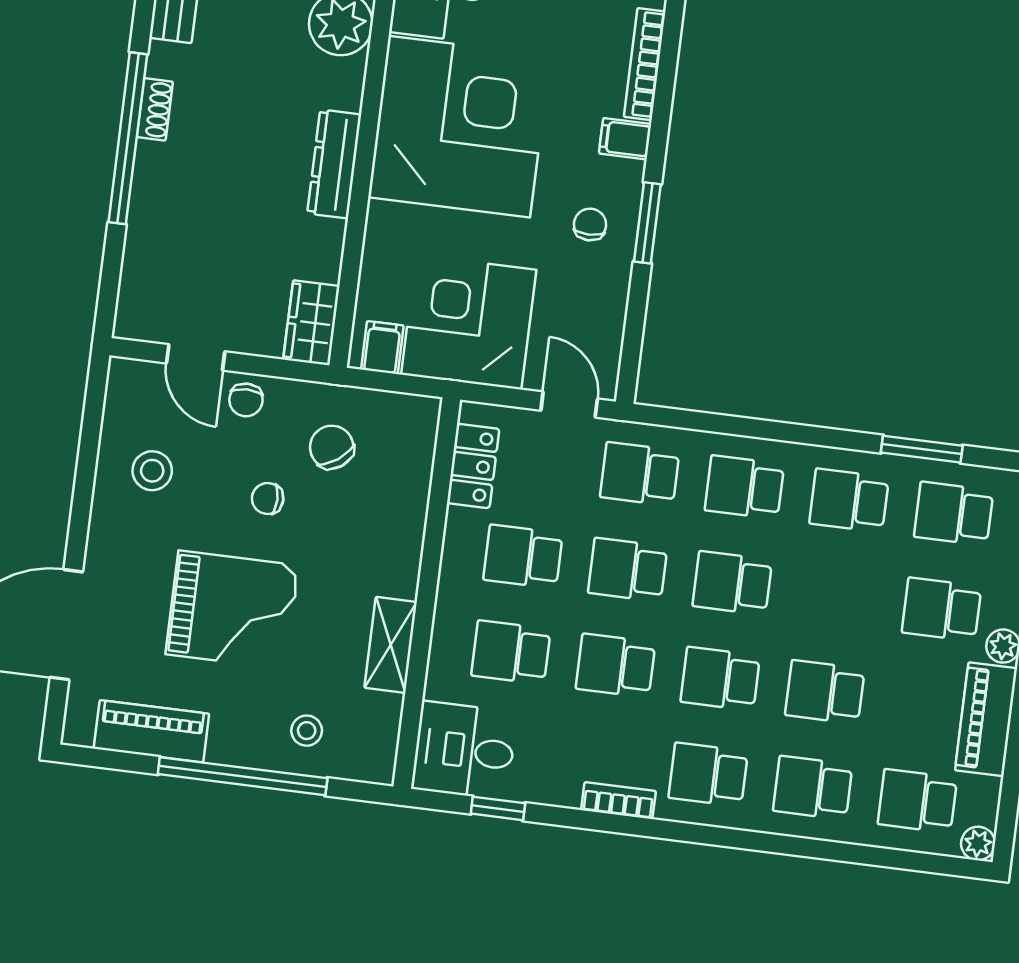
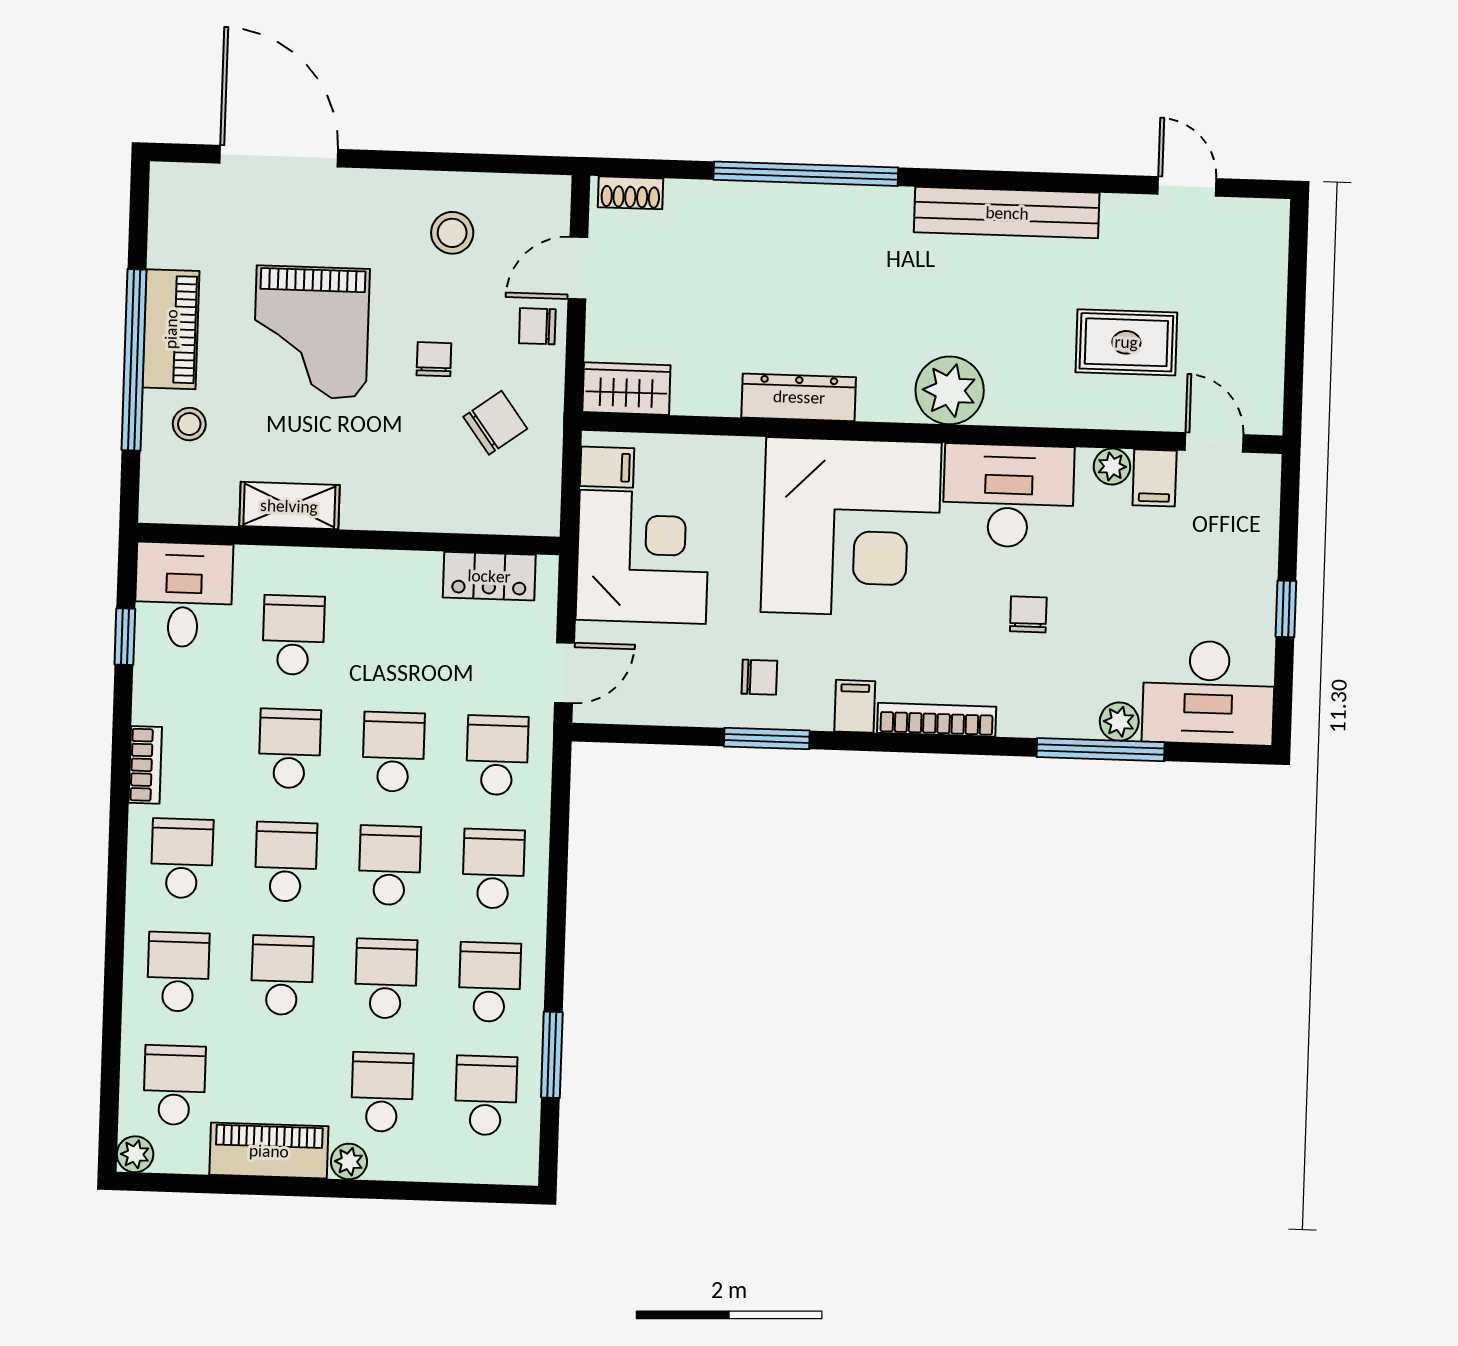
shoe rack: (155, 109) -> (630, 193), moved
school desk: (523, 557) -> (386, 979), moved
piano: (151, 731) -> (171, 329), moved

